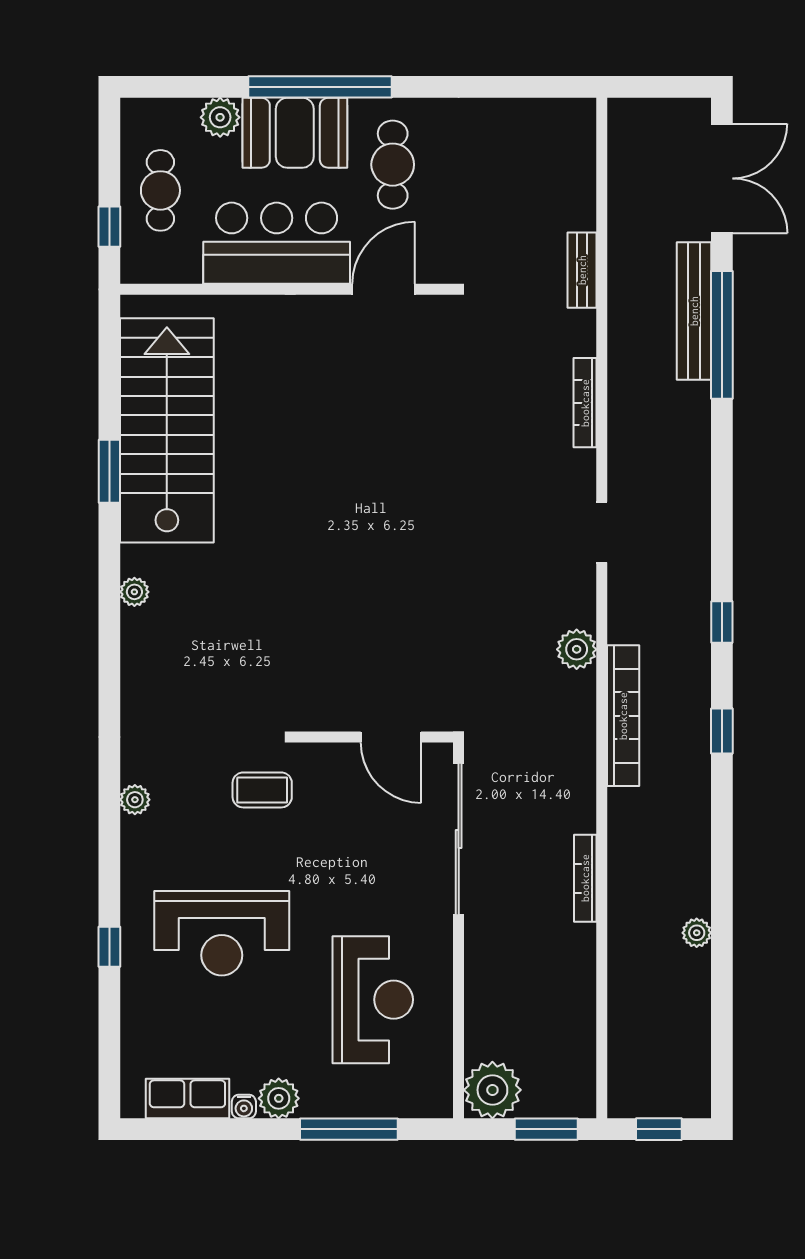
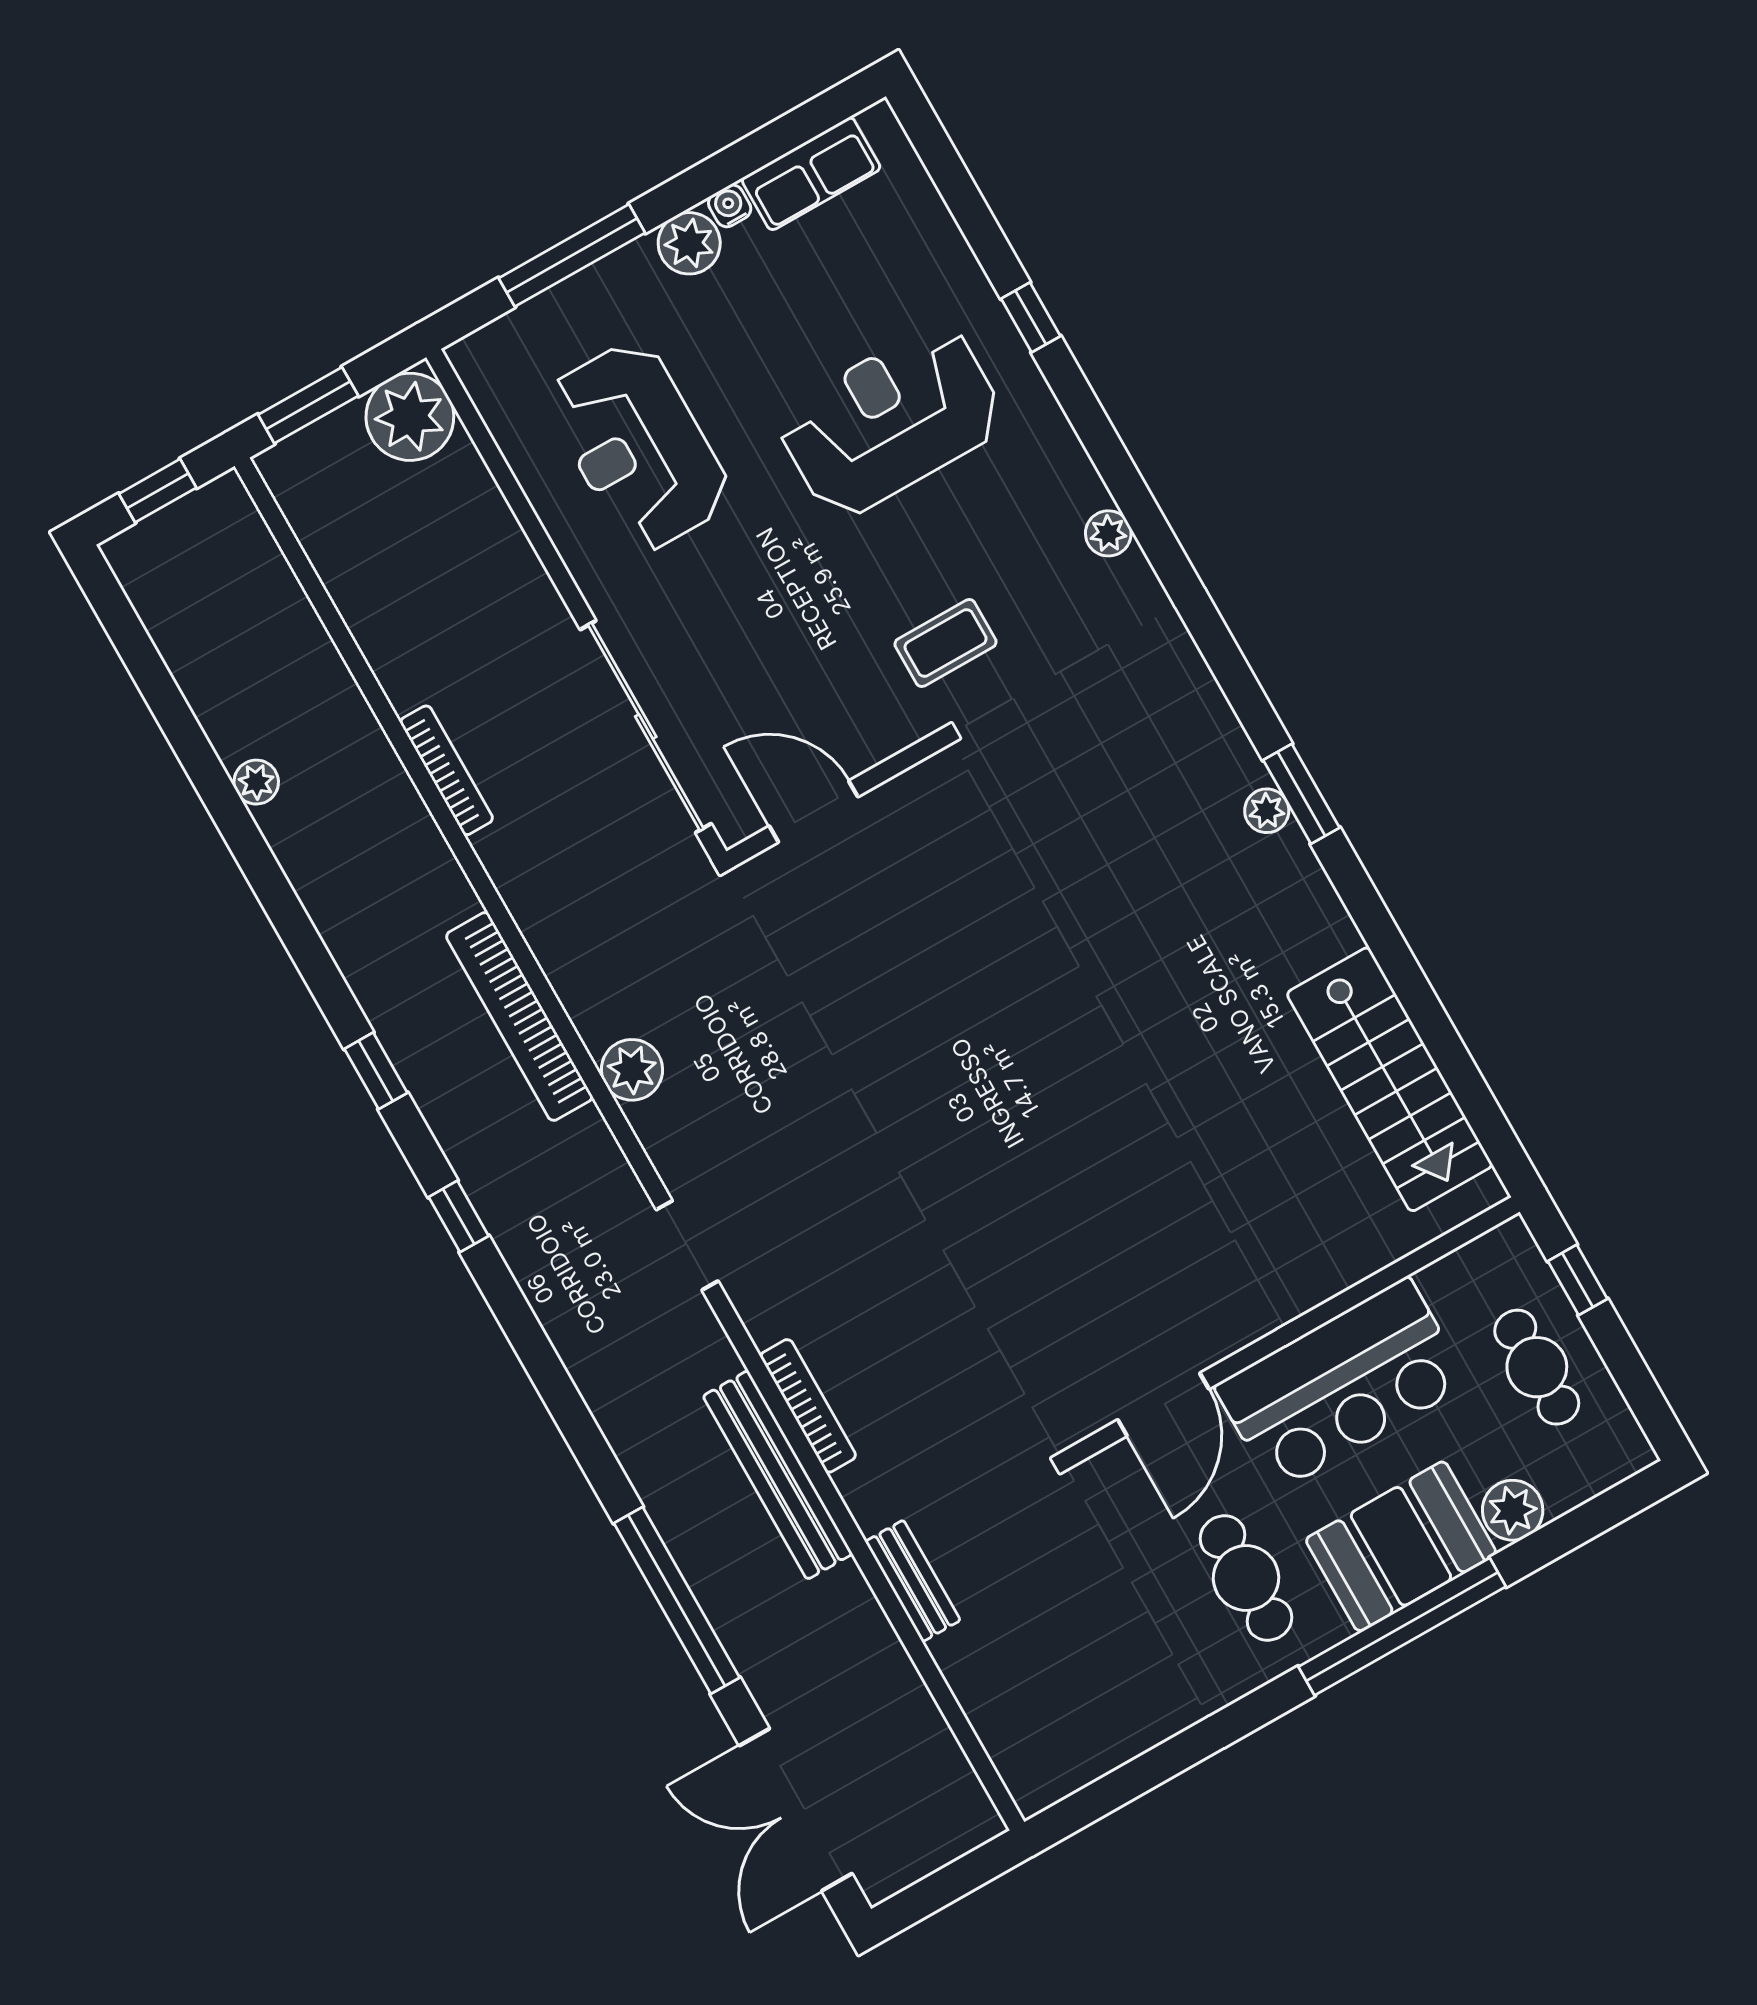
bench: (694, 311) -> (778, 1475), moved
stairs: (167, 430) -> (1390, 1079), width x0.73, depth x0.66
window: (109, 471) -> (1301, 794), moved

